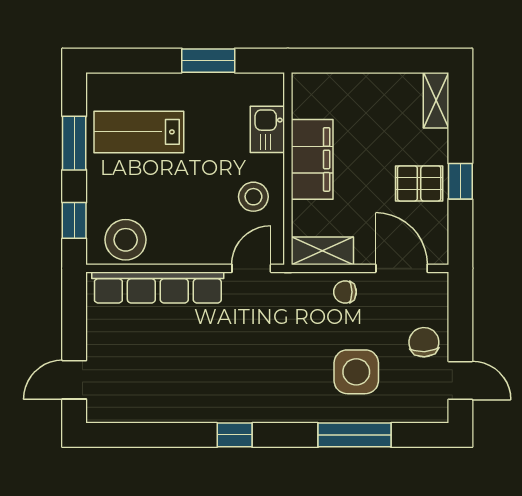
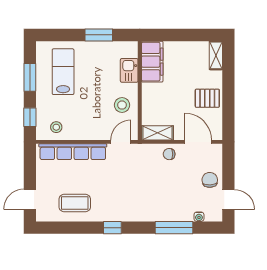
lab bench: (139, 132) -> (63, 72), turned 90
filing cabinet: (312, 159) -> (152, 62), moved
window: (460, 181) -> (228, 97), removed
stool: (126, 240) -> (56, 127), width x0.53, depth x0.53
side table: (356, 372) -> (175, 195), removed
coffee table: (162, 387) -> (75, 203), added
water cooler: (403, 414) -> (199, 217), added

